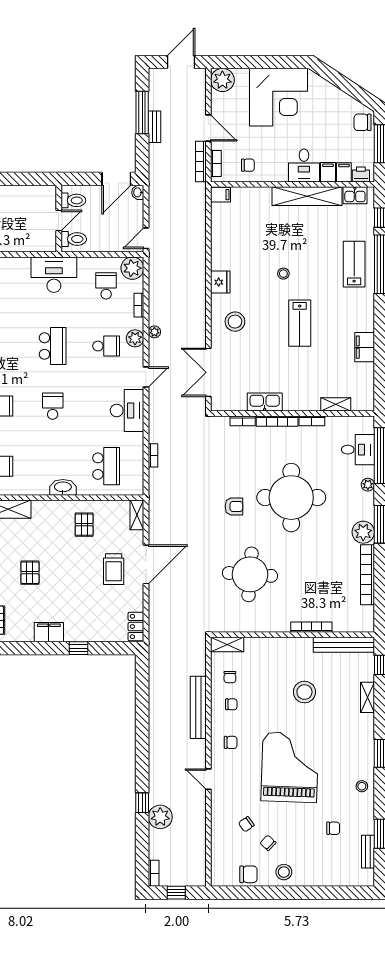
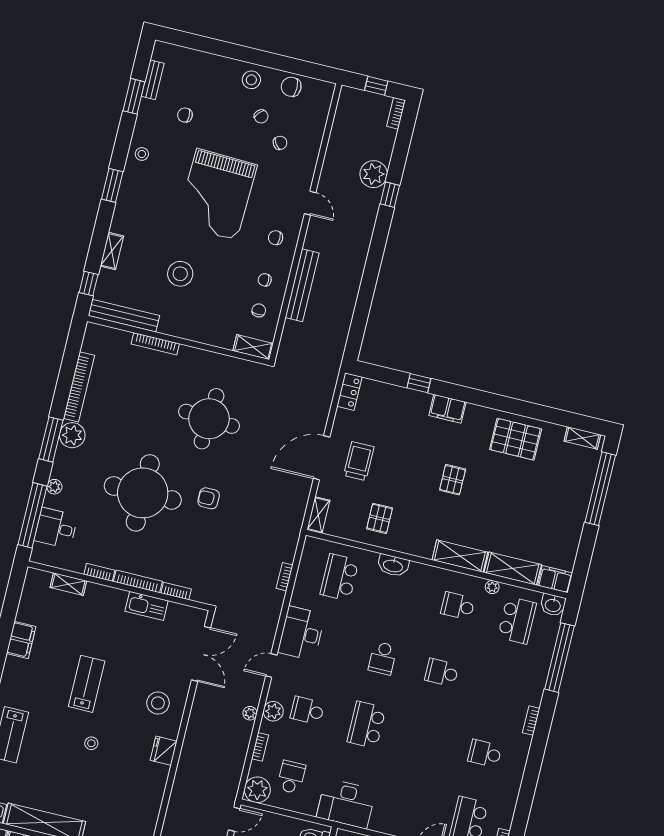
school desk: (106, 286) -> (291, 777), turned 180

